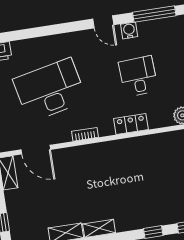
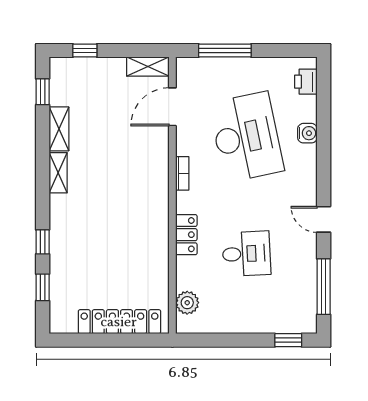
door: (103, 22) -> (324, 219), hinge flipped
water cooler: (129, 30) -> (307, 133), moved

